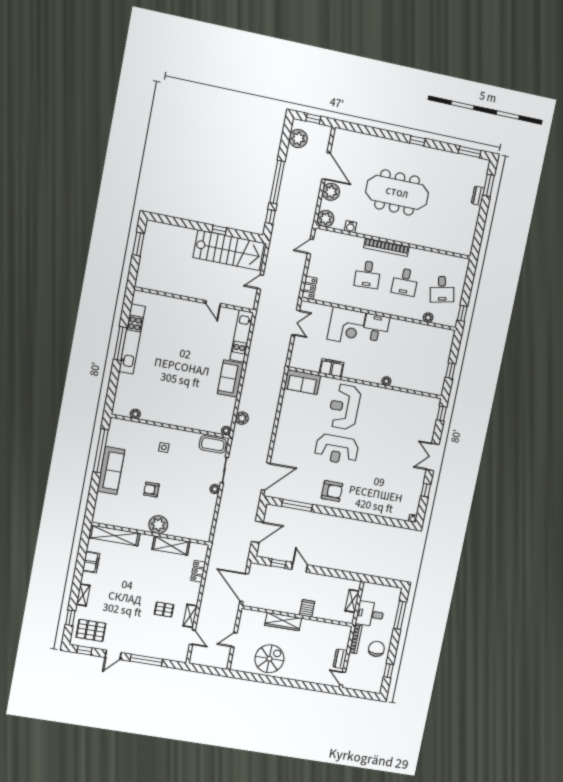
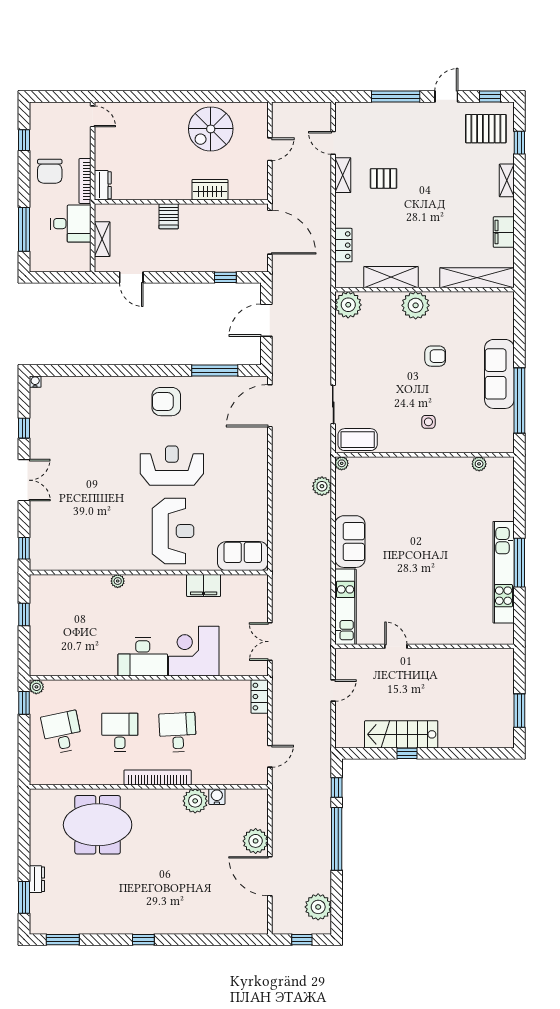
meeting table: (397, 192) -> (98, 825), moved, width x0.73
plant: (325, 219) -> (195, 801), moved
stairs: (229, 250) -> (401, 734), width x0.73, depth x0.66
plant: (428, 318) -> (36, 687), moved
desk: (376, 328) -> (143, 657), width x1.37
plant: (215, 489) -> (348, 305), moved, width x1.87, depth x1.87
door: (300, 567) -> (131, 277), moved
wardrobe: (283, 622) -> (210, 190), width x0.67
dresser: (340, 659) -> (103, 185), moved

